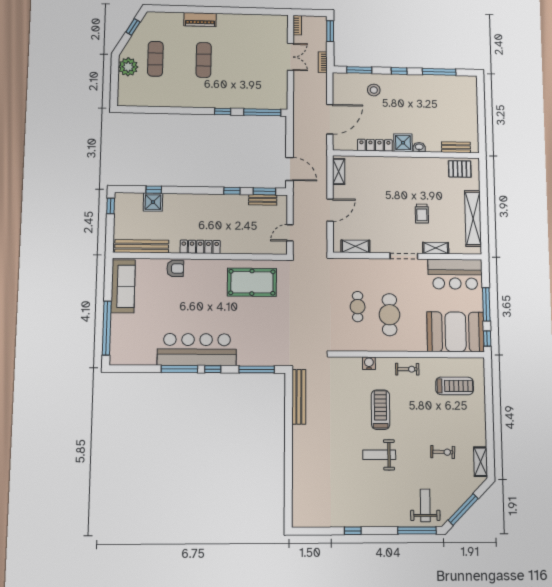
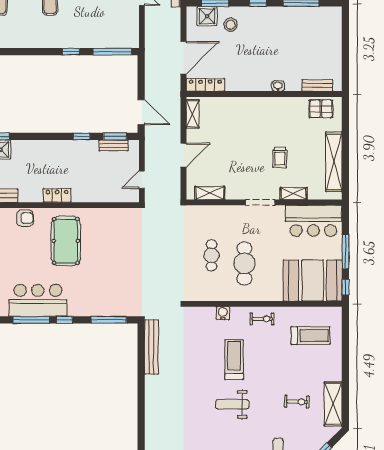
shower: (403, 143) -> (207, 16), moved
locker: (375, 145) -> (205, 85), moved
locker: (200, 247) -> (57, 195), width x0.66
pool table: (252, 282) -> (66, 241), moved, turned 90
bar counter: (197, 350) -> (38, 300), width x0.73
shelving: (481, 462) -> (333, 404), width x1.50, depth x1.33

